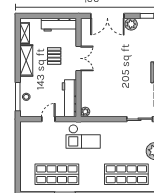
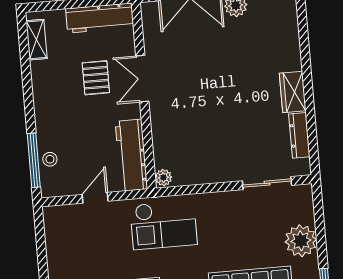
double door: (79, 58) -> (142, 79), swing flipped
shelving: (26, 60) -> (44, 91), removed

